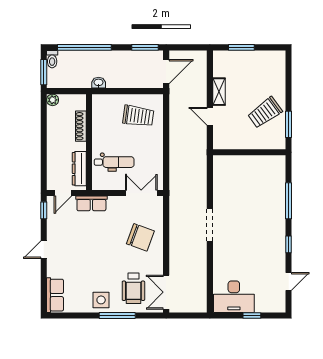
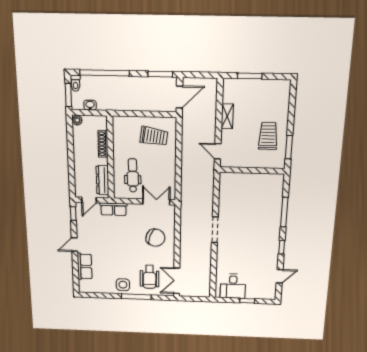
washbasin: (99, 83) -> (90, 105), moved
trolley: (265, 113) -> (268, 136), turned 126
door: (210, 116) -> (218, 151), moved
dental chair: (114, 162) -> (133, 175), turned -91
row of seats: (55, 295) -> (85, 266), moved
desk: (234, 297) -> (233, 286), width x0.73

